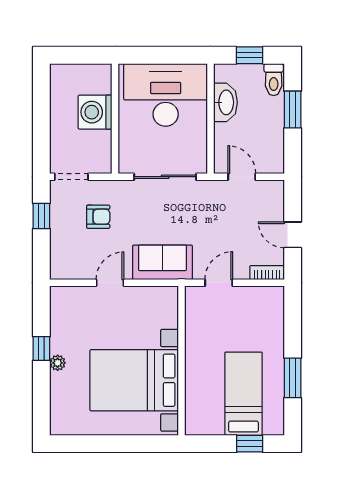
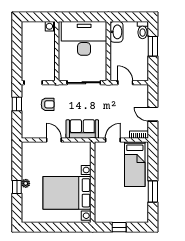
window: (250, 55) -> (129, 17), removed
washbasin: (225, 102) -> (116, 32), moved
washing machine: (95, 112) -> (50, 26), moved, width x0.53, depth x0.53
door: (110, 283) -> (54, 140), hinge flipped
window: (41, 348) -> (17, 187), moved
bed: (243, 394) -> (135, 164), moved, turned 180
window: (250, 444) -> (119, 227), moved

